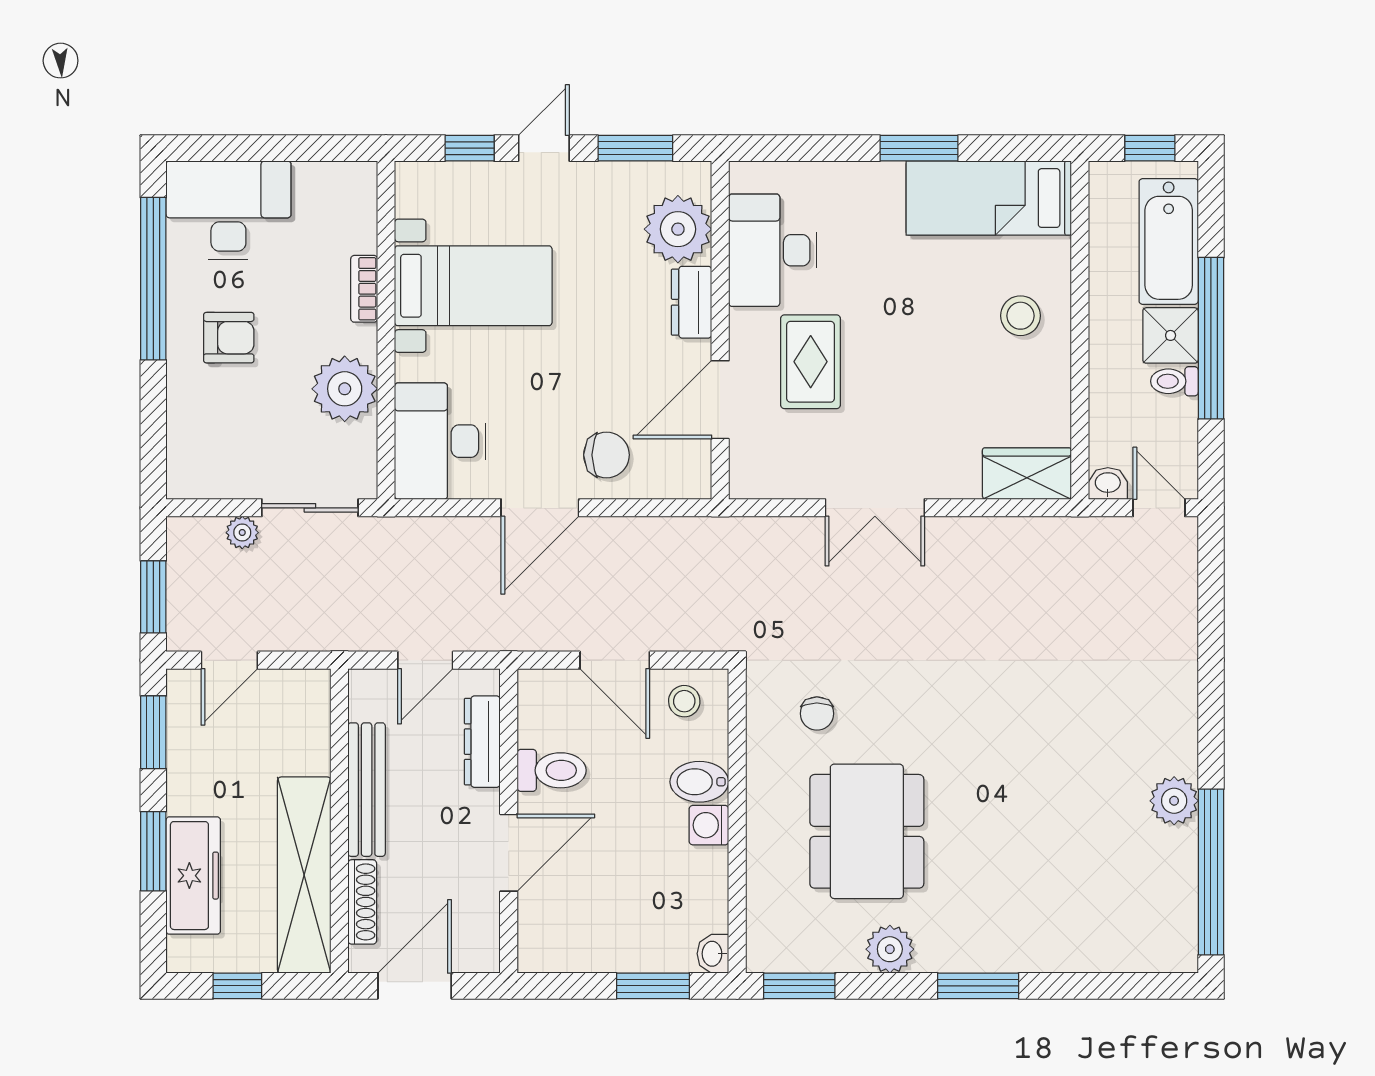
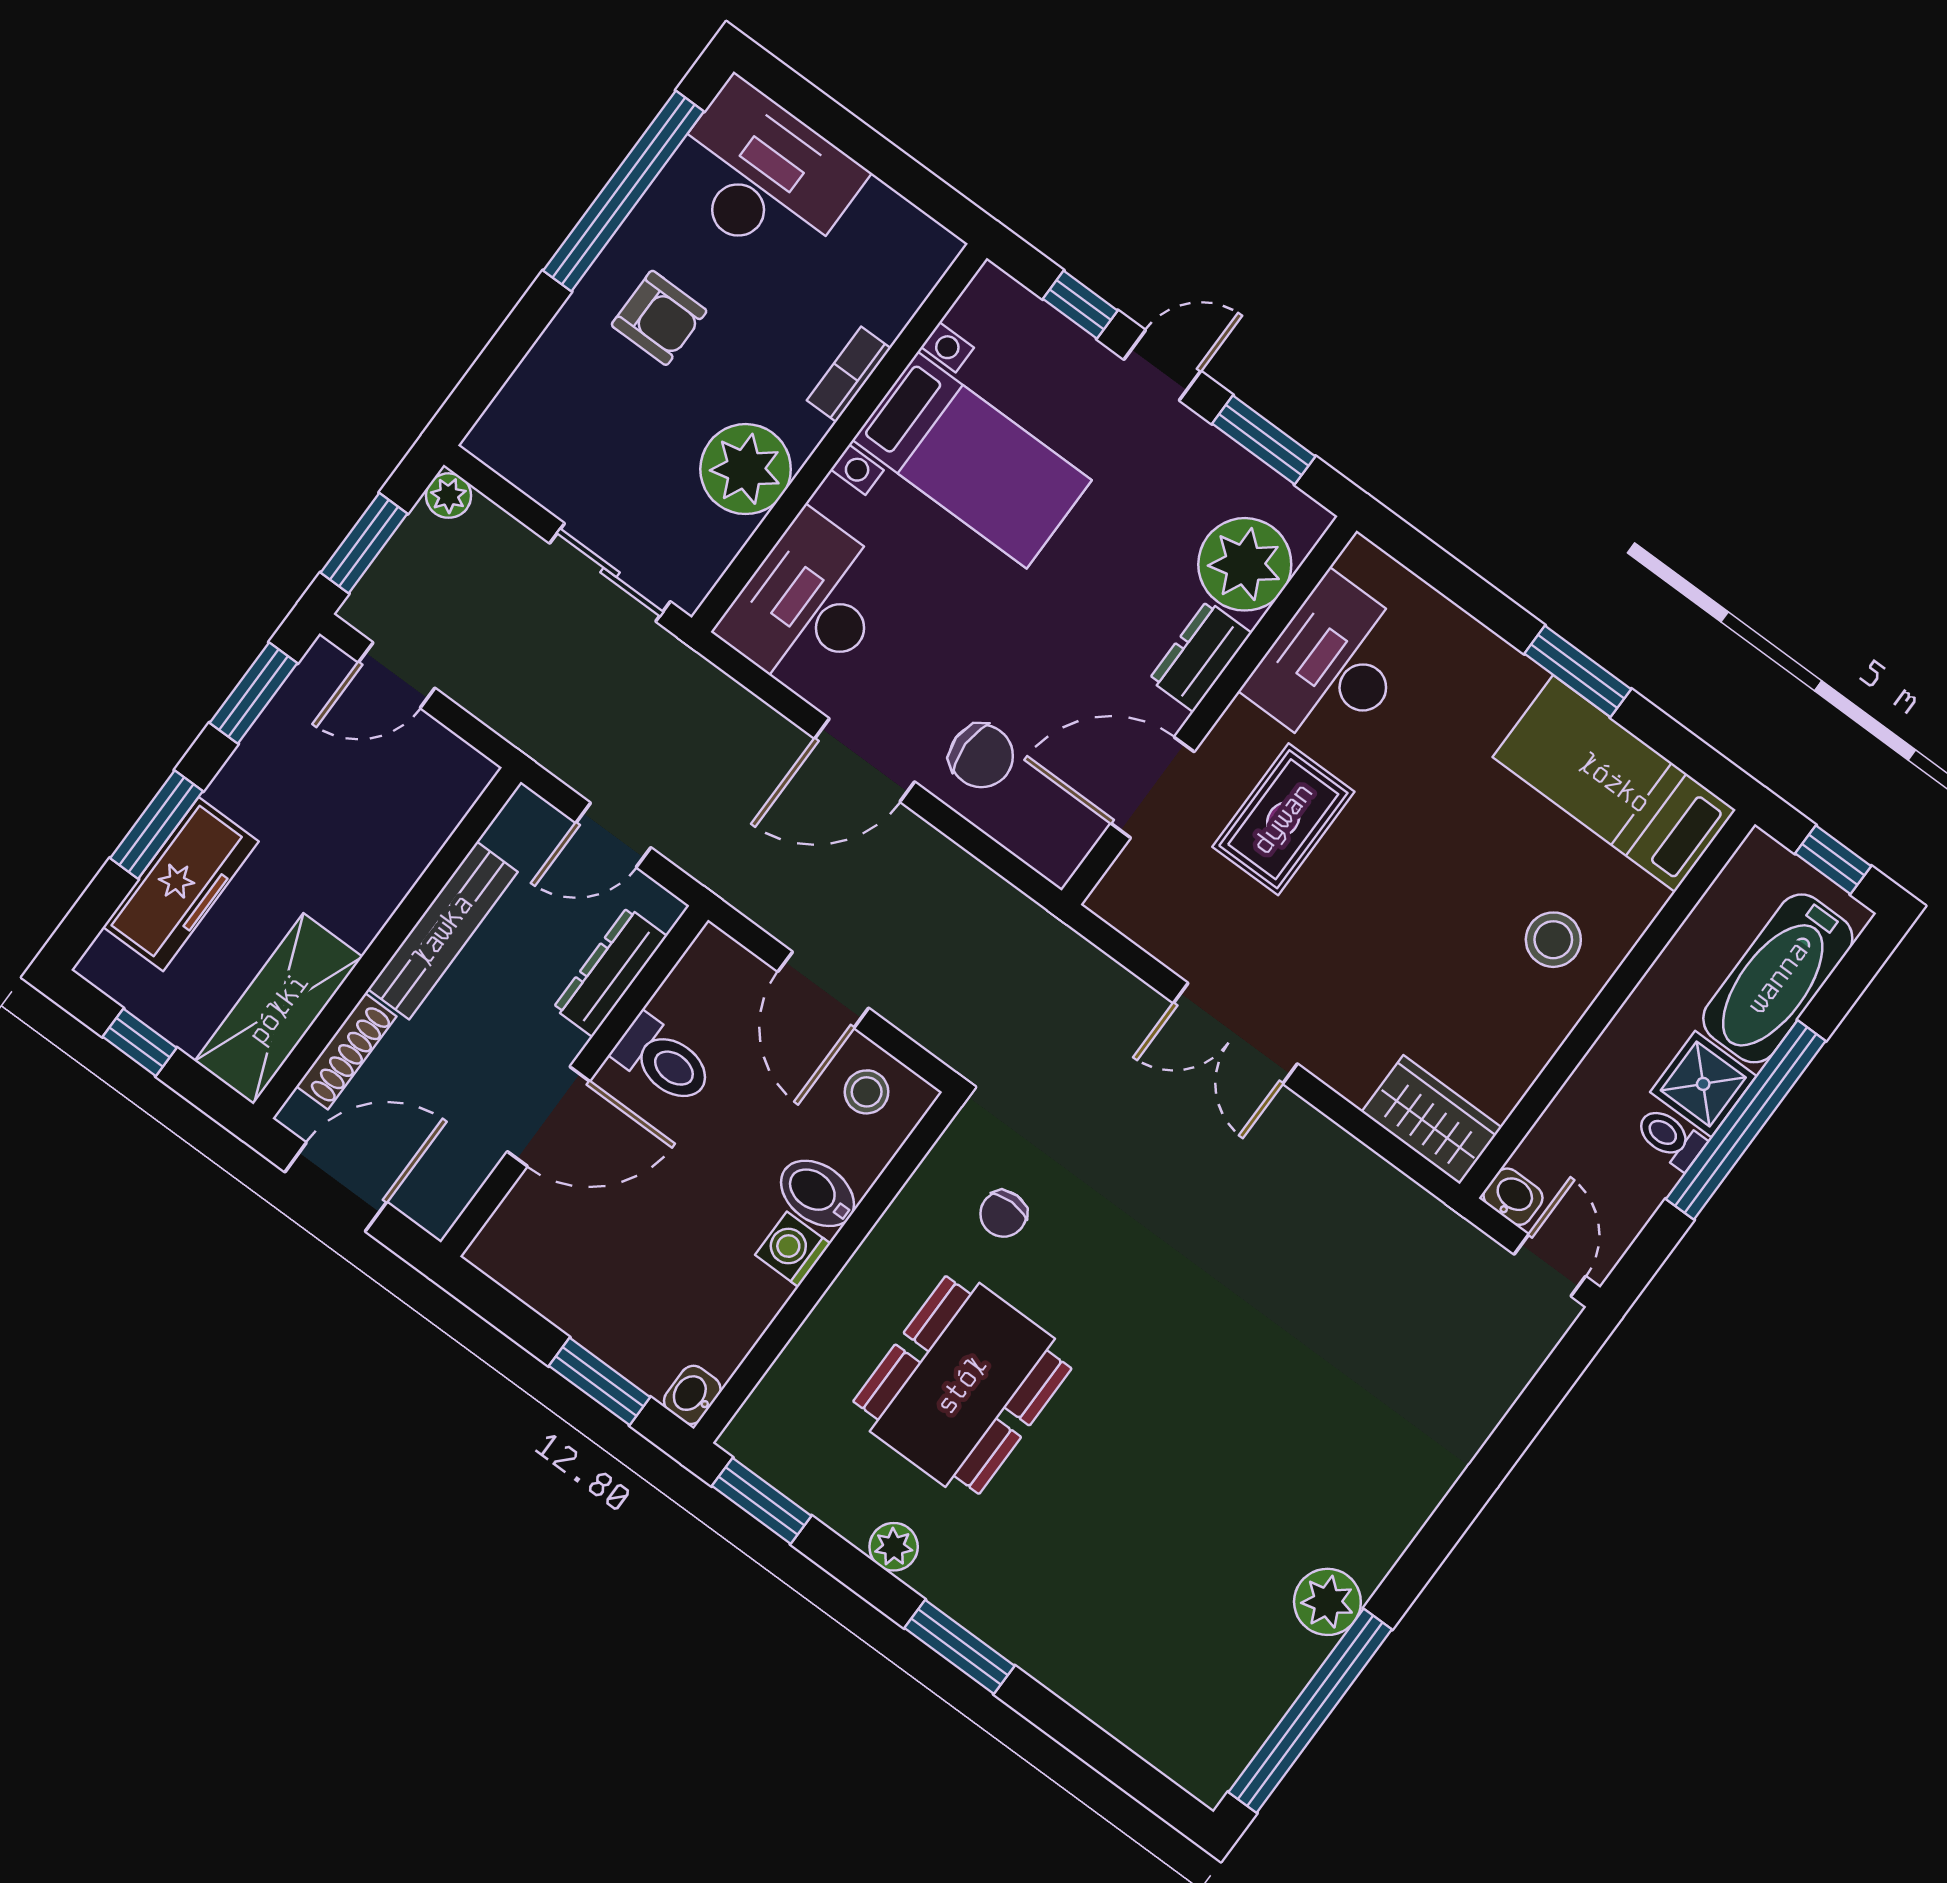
plant: (242, 533) -> (449, 496), moved
shelving: (304, 875) -> (279, 1009), width x0.68
plant: (890, 949) -> (894, 1547), width x0.73, depth x0.73

